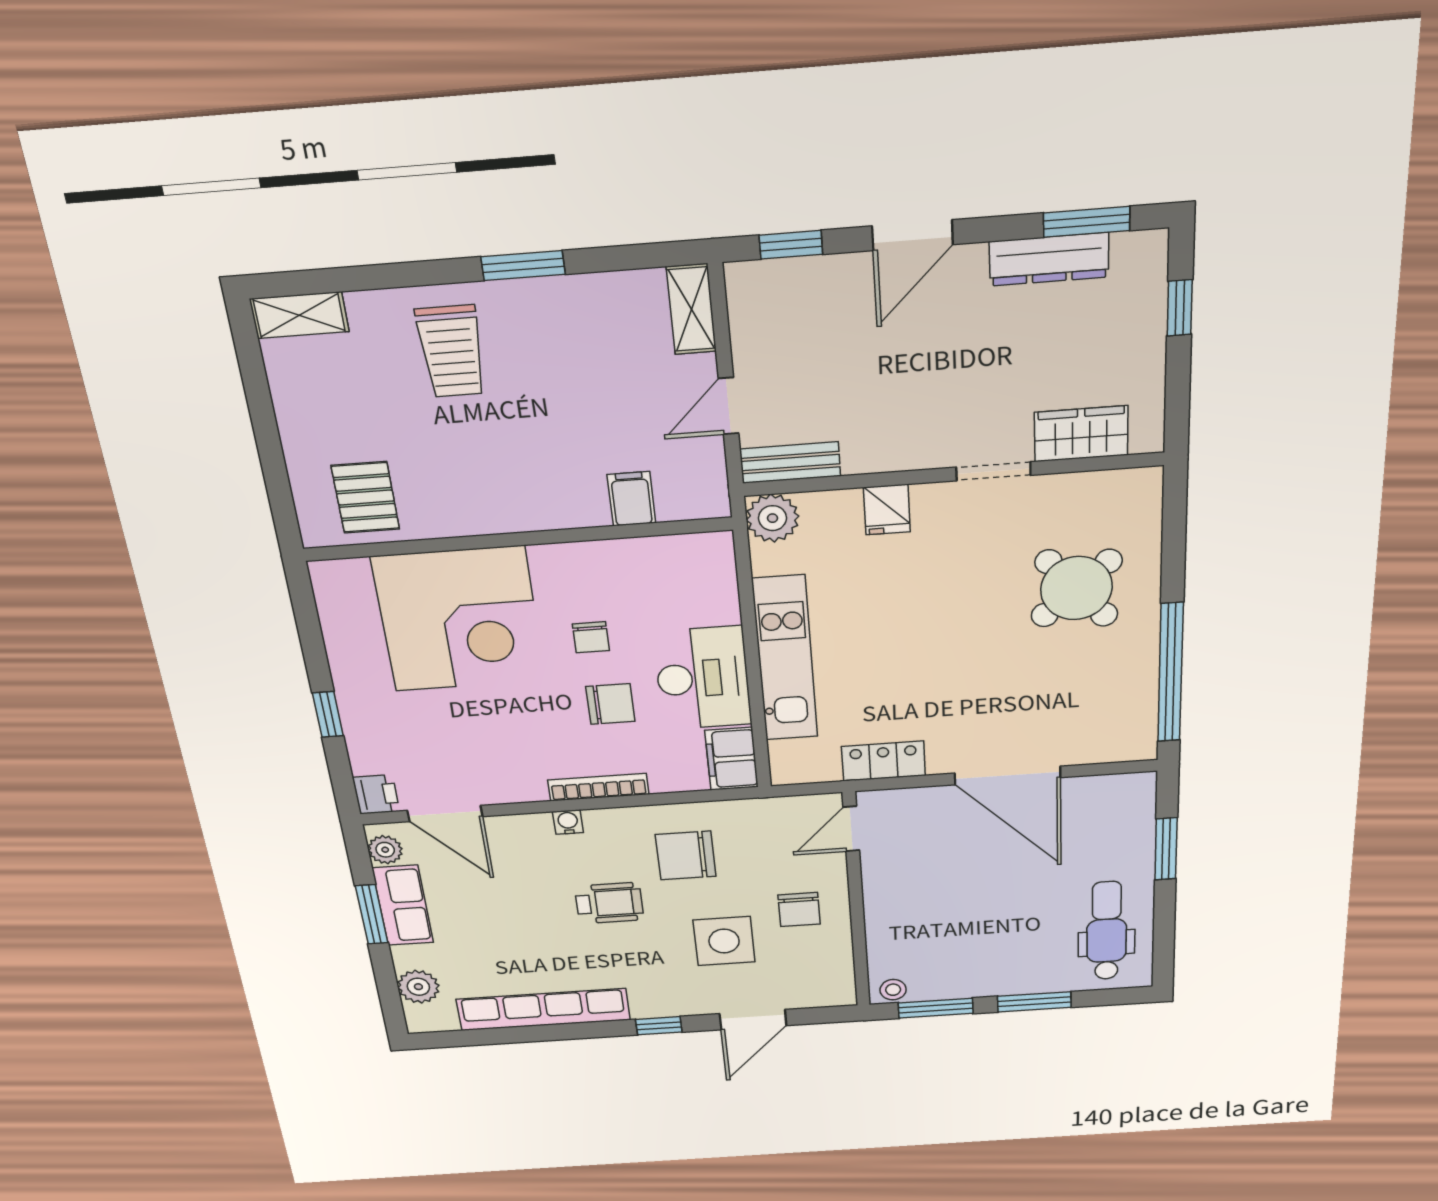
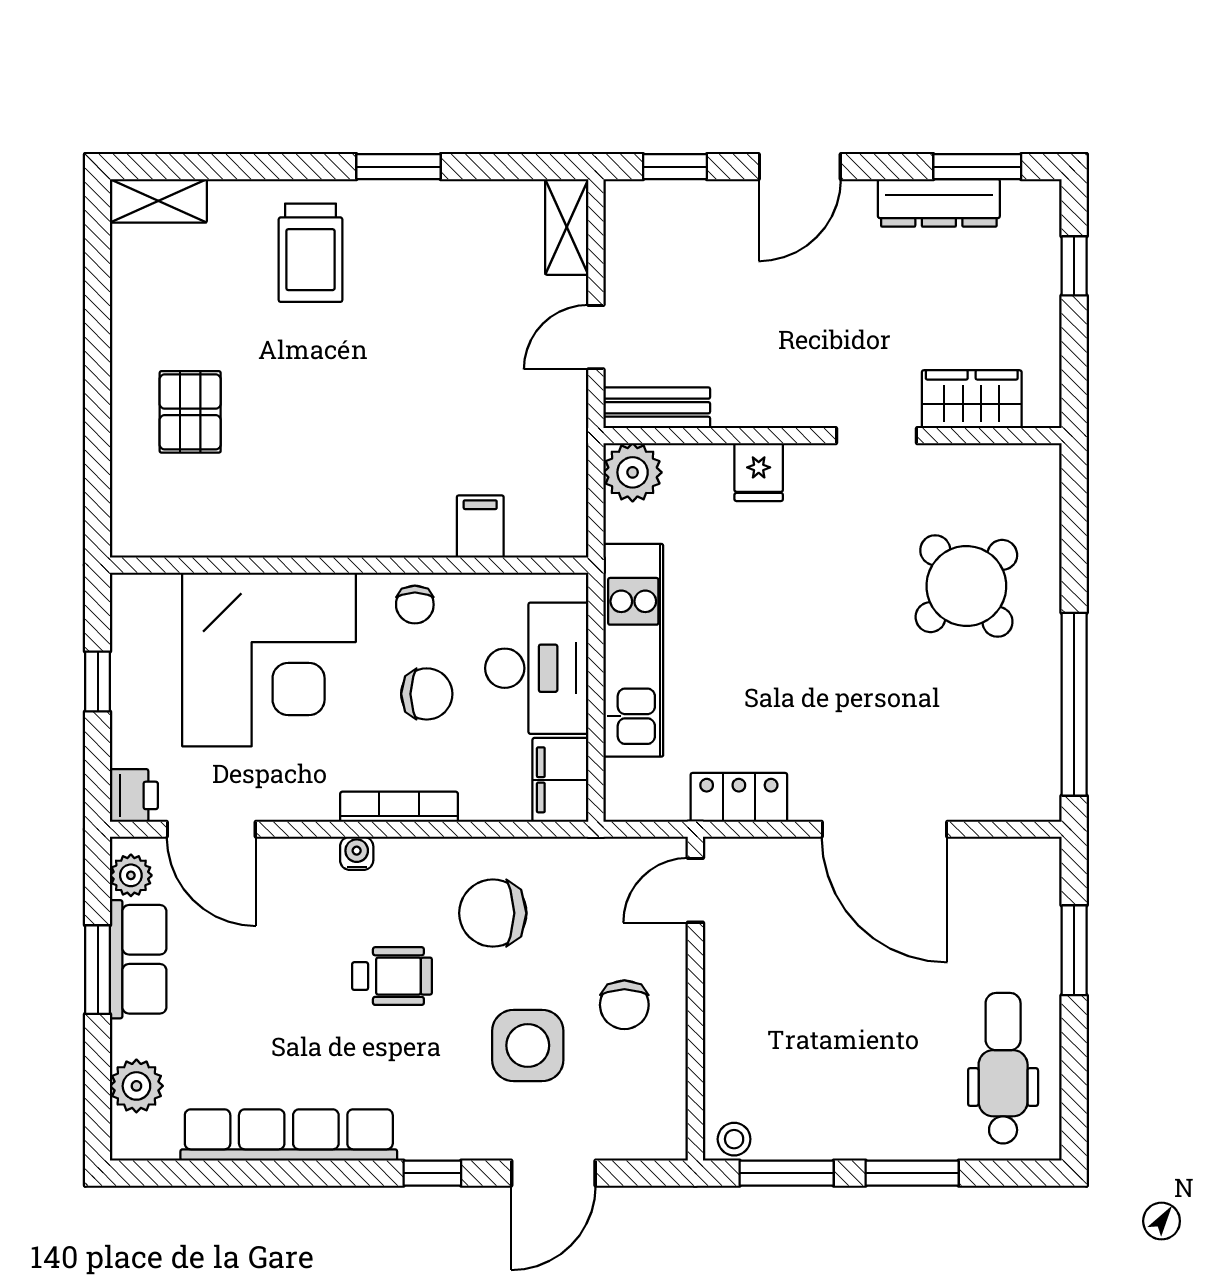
filing cabinet: (631, 499) -> (480, 526), moved
wall: (518, 539) -> (349, 565), moved
corner desk: (459, 619) -> (269, 659), moved

